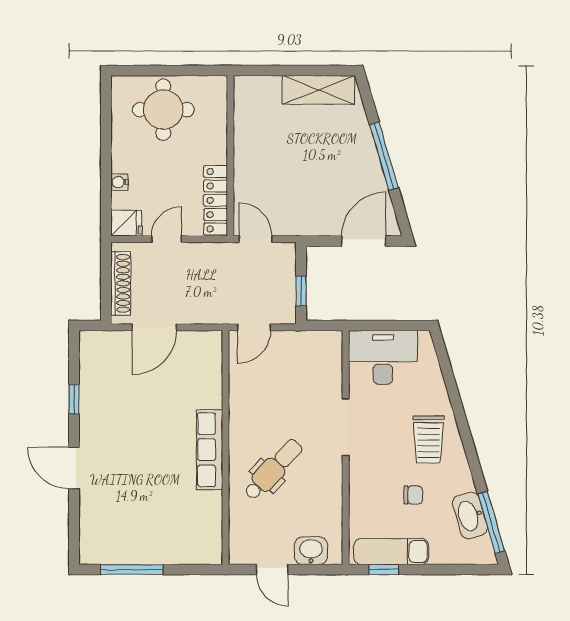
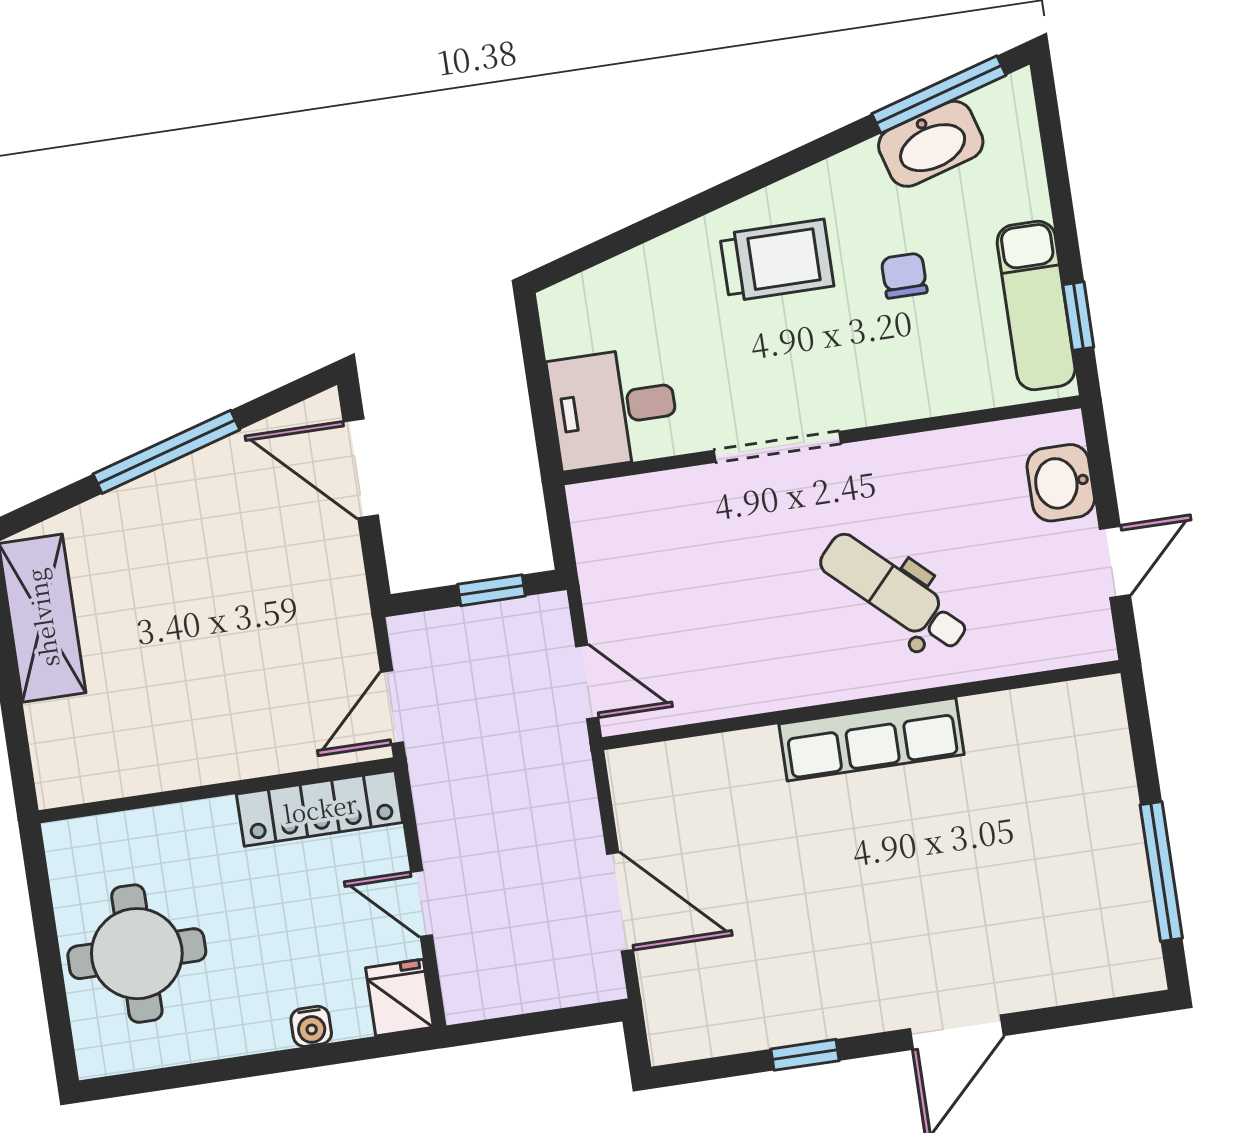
shoe rack: (121, 283) -> (534, 990), removed
desk: (383, 357) -> (614, 408), width x0.73

